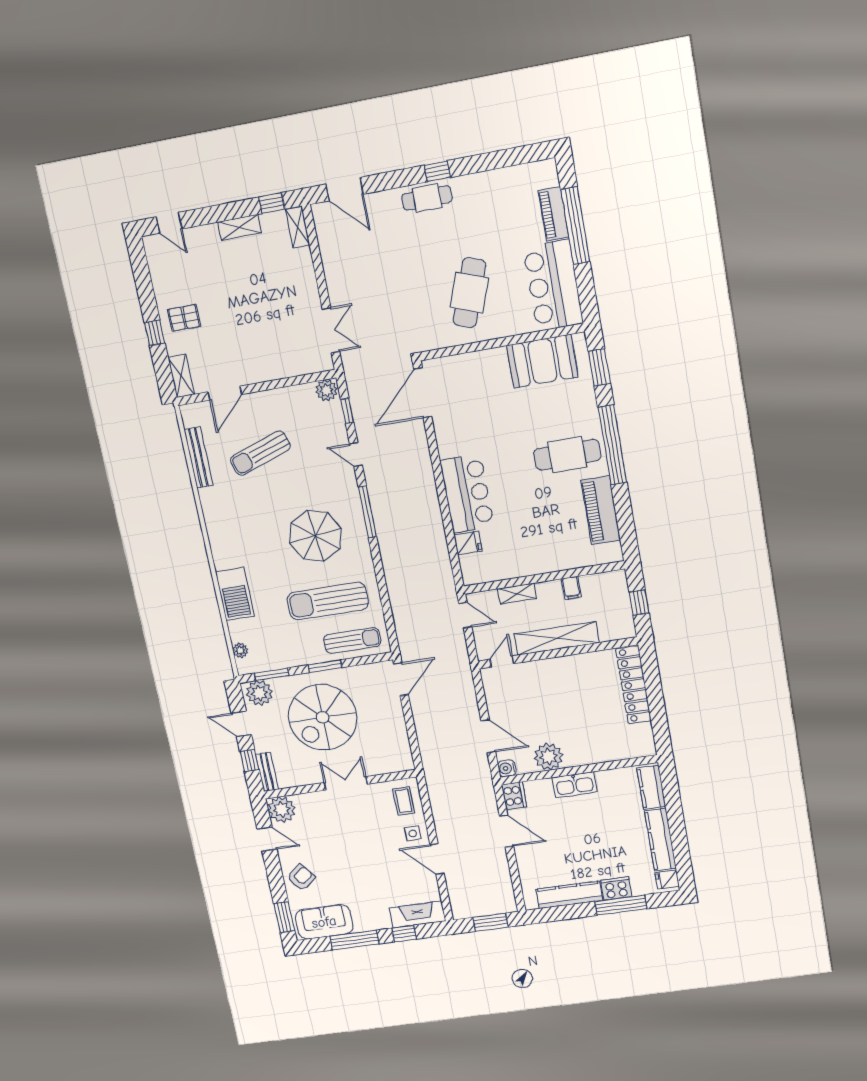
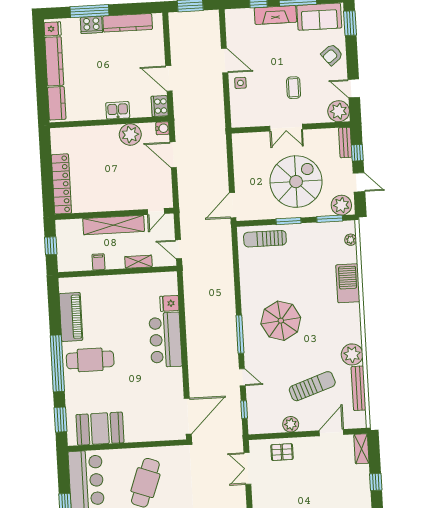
pallet: (184, 318) -> (282, 452), moved
plant: (326, 390) -> (291, 424), moved
plant: (214, 501) -> (352, 354), added
sun lounger: (328, 601) -> (279, 271), removed
kitchen sink: (575, 785) -> (118, 110), width x0.73
coffee table: (404, 801) -> (294, 88), moved
fireplace: (417, 914) -> (275, 15), moved

